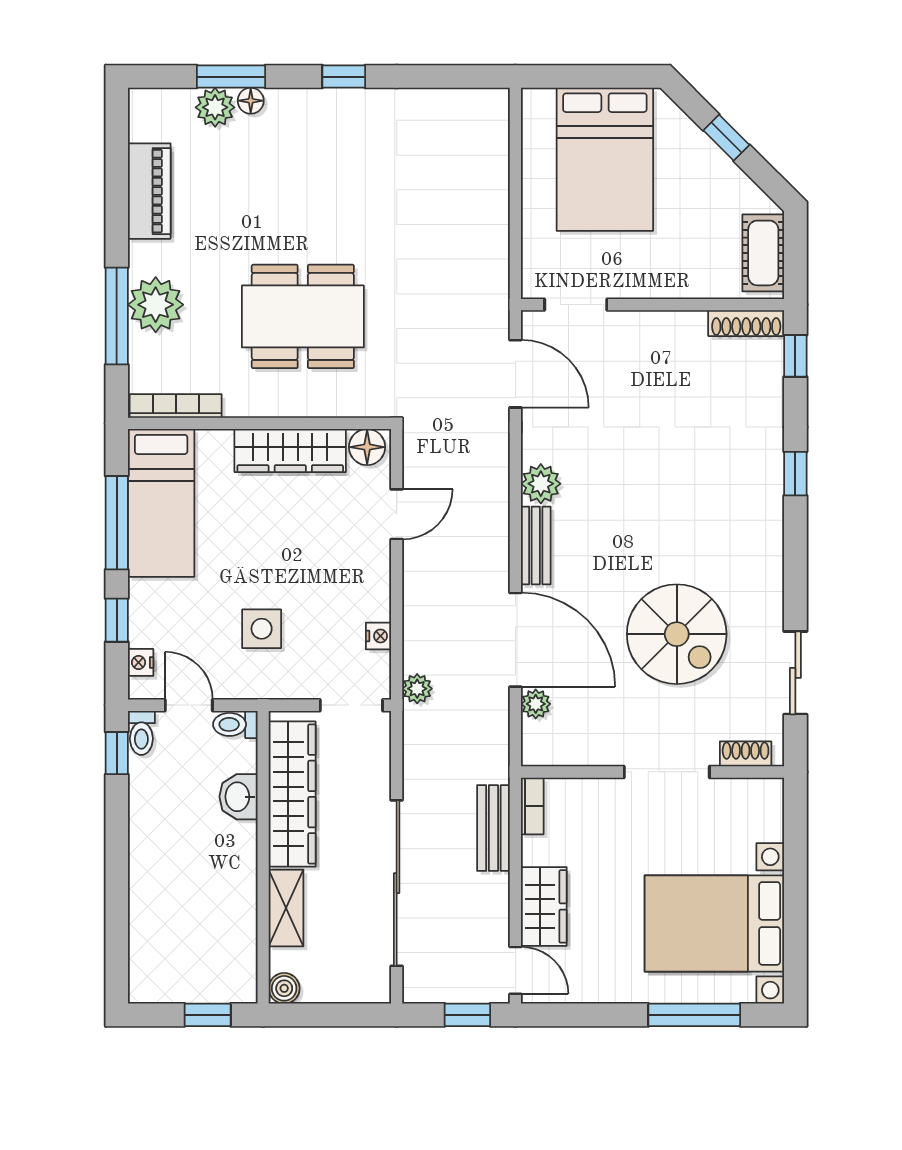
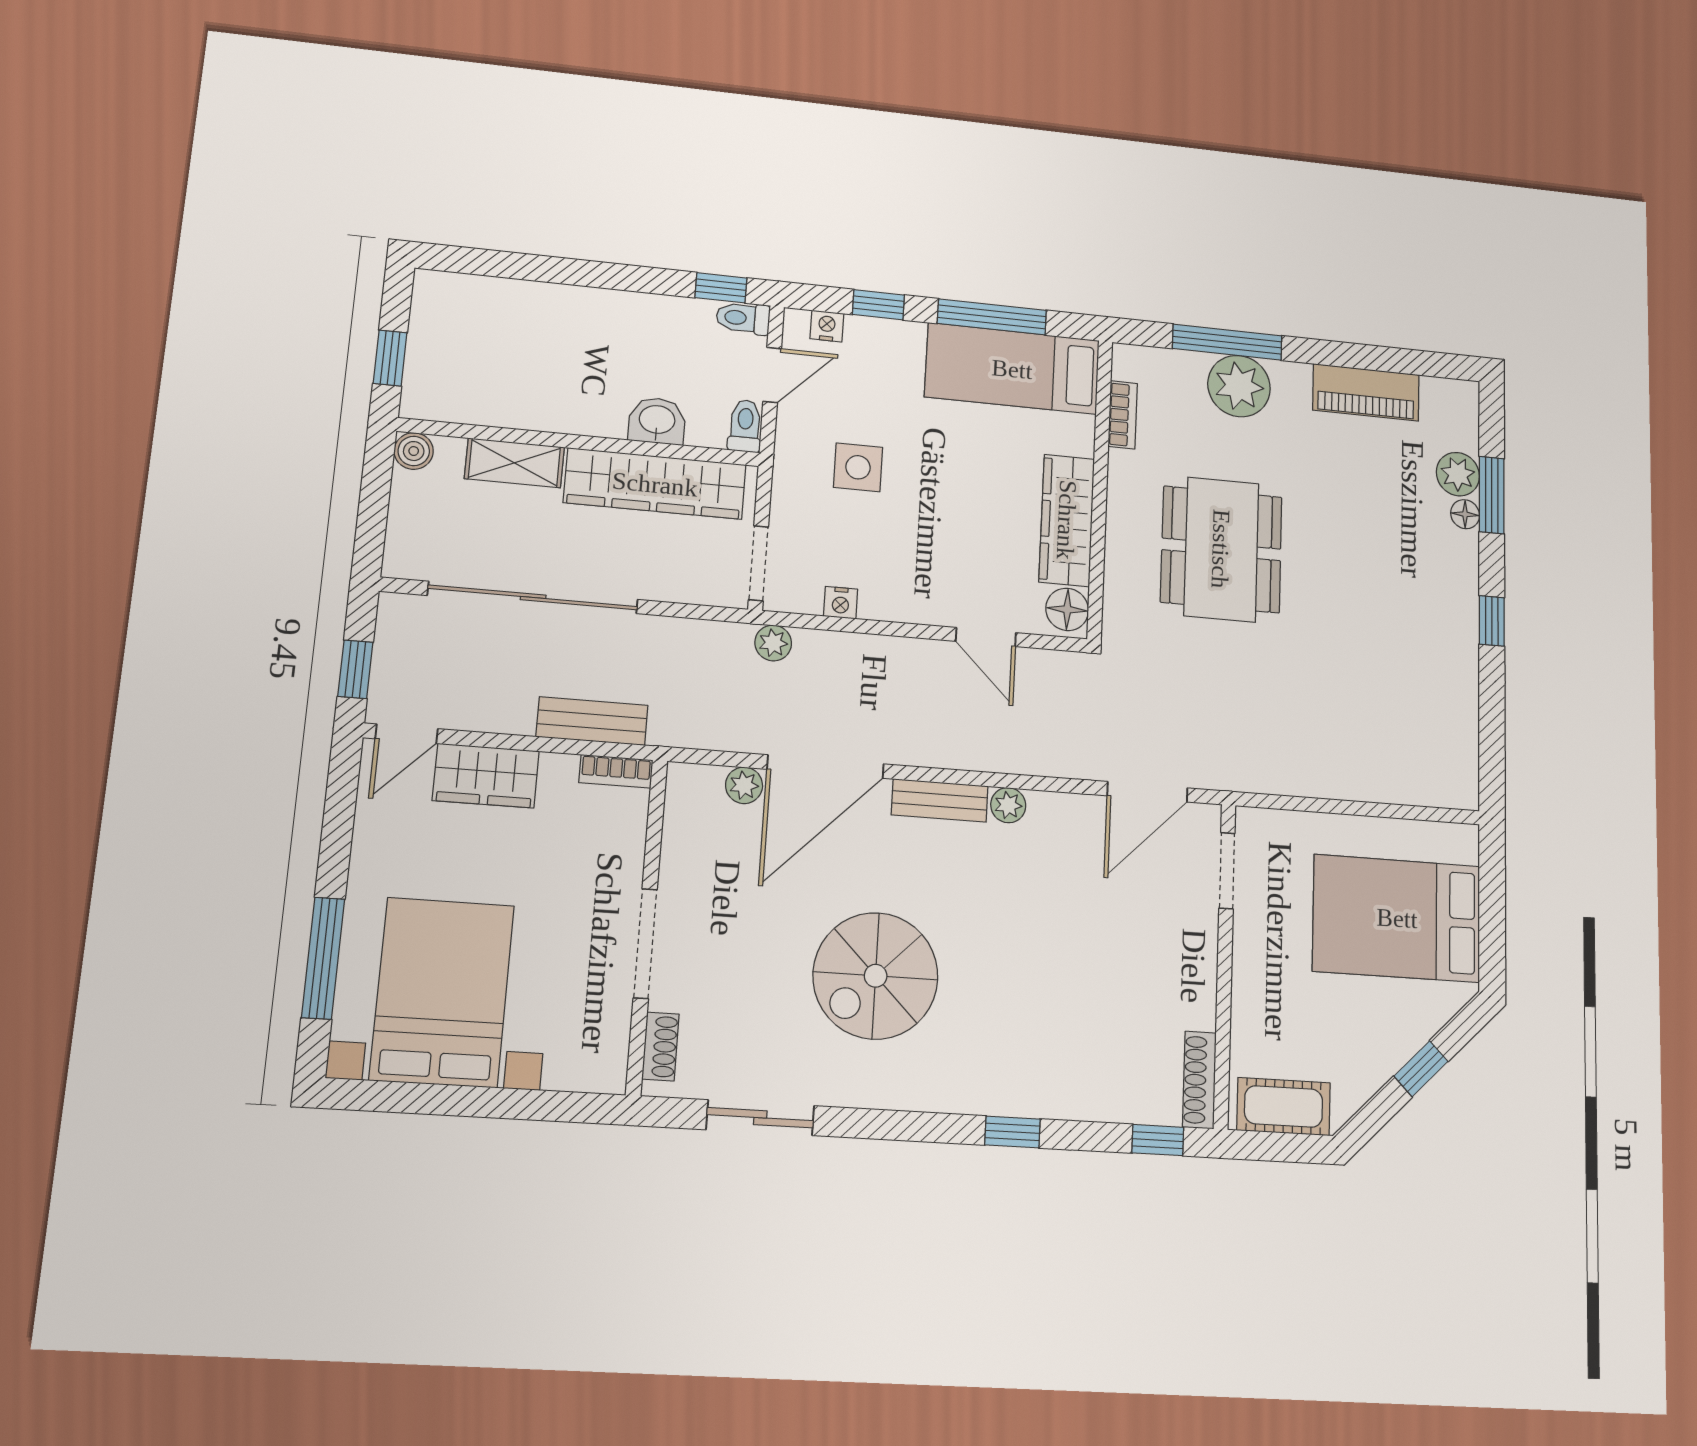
bookcase: (176, 406) -> (1123, 415), width x0.64
plant: (541, 484) -> (1008, 805), width x0.73, depth x0.73
spiral stairs: (677, 634) -> (876, 976), moved

